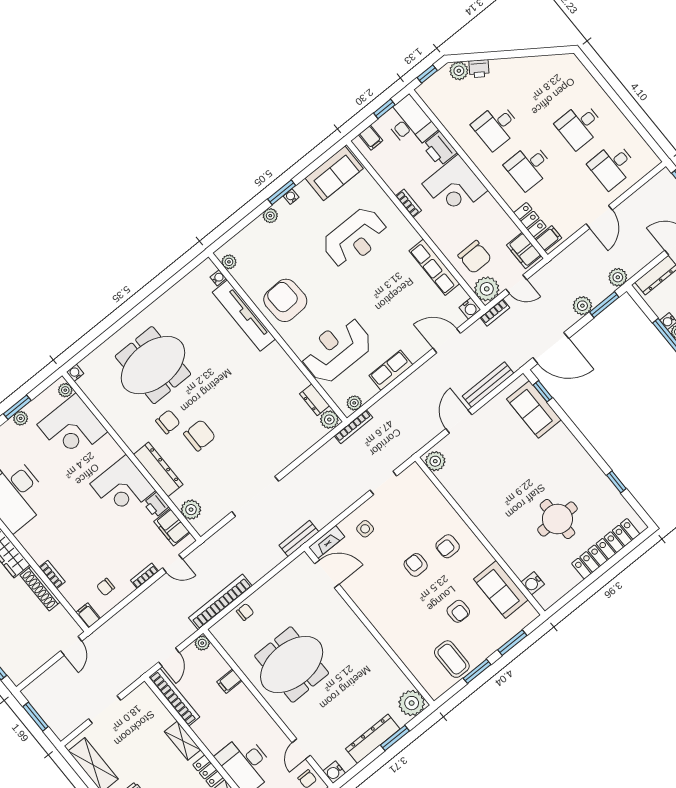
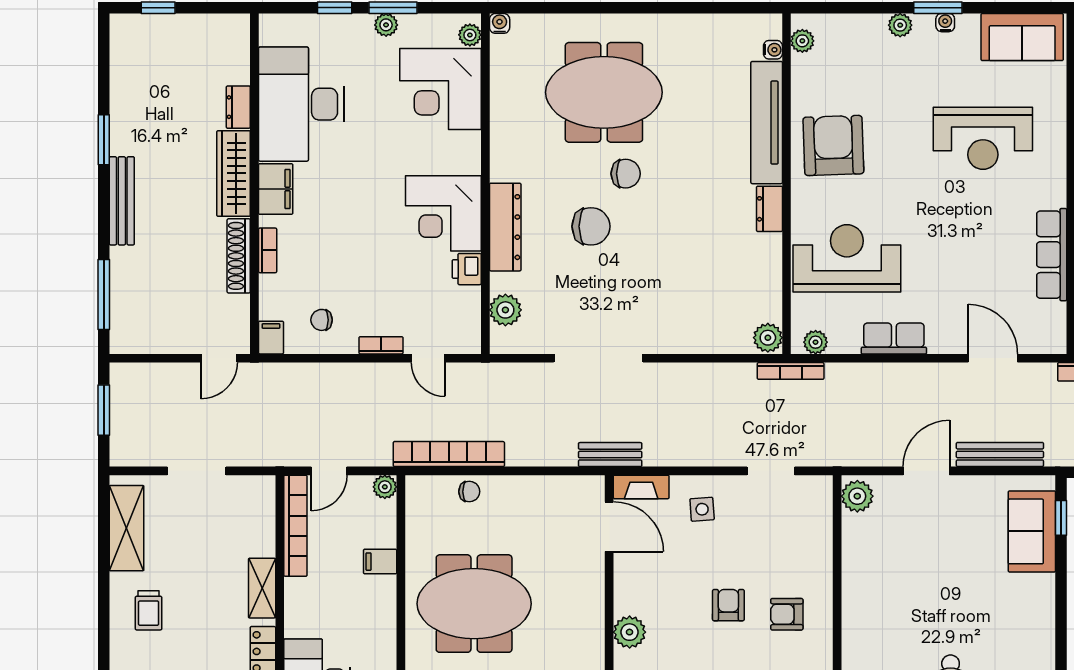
water cooler: (470, 308) -> (1054, 342), removed
dresser: (315, 400) -> (769, 209), moved
chair: (168, 422) -> (626, 174), moved
filing cabinet: (172, 527) -> (276, 189), moved, turned 180
plant: (378, 617) -> (630, 632), added

